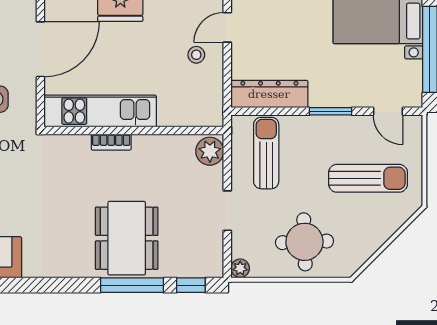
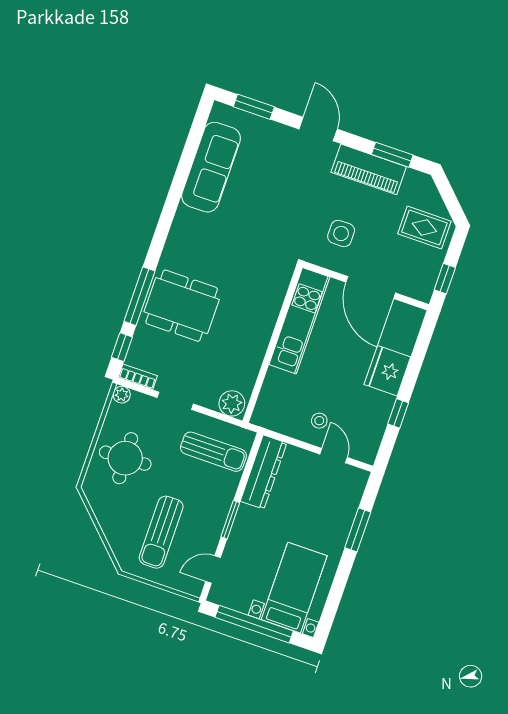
bookcase: (111, 142) -> (138, 377), moved, turned 90

